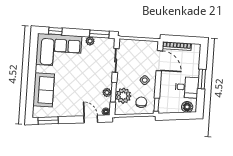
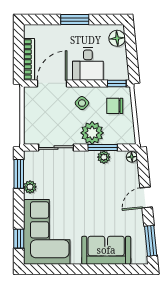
desk: (187, 87) -> (88, 64), moved, turned 180
plant: (123, 96) -> (92, 133), moved
door: (91, 119) -> (146, 198), moved

